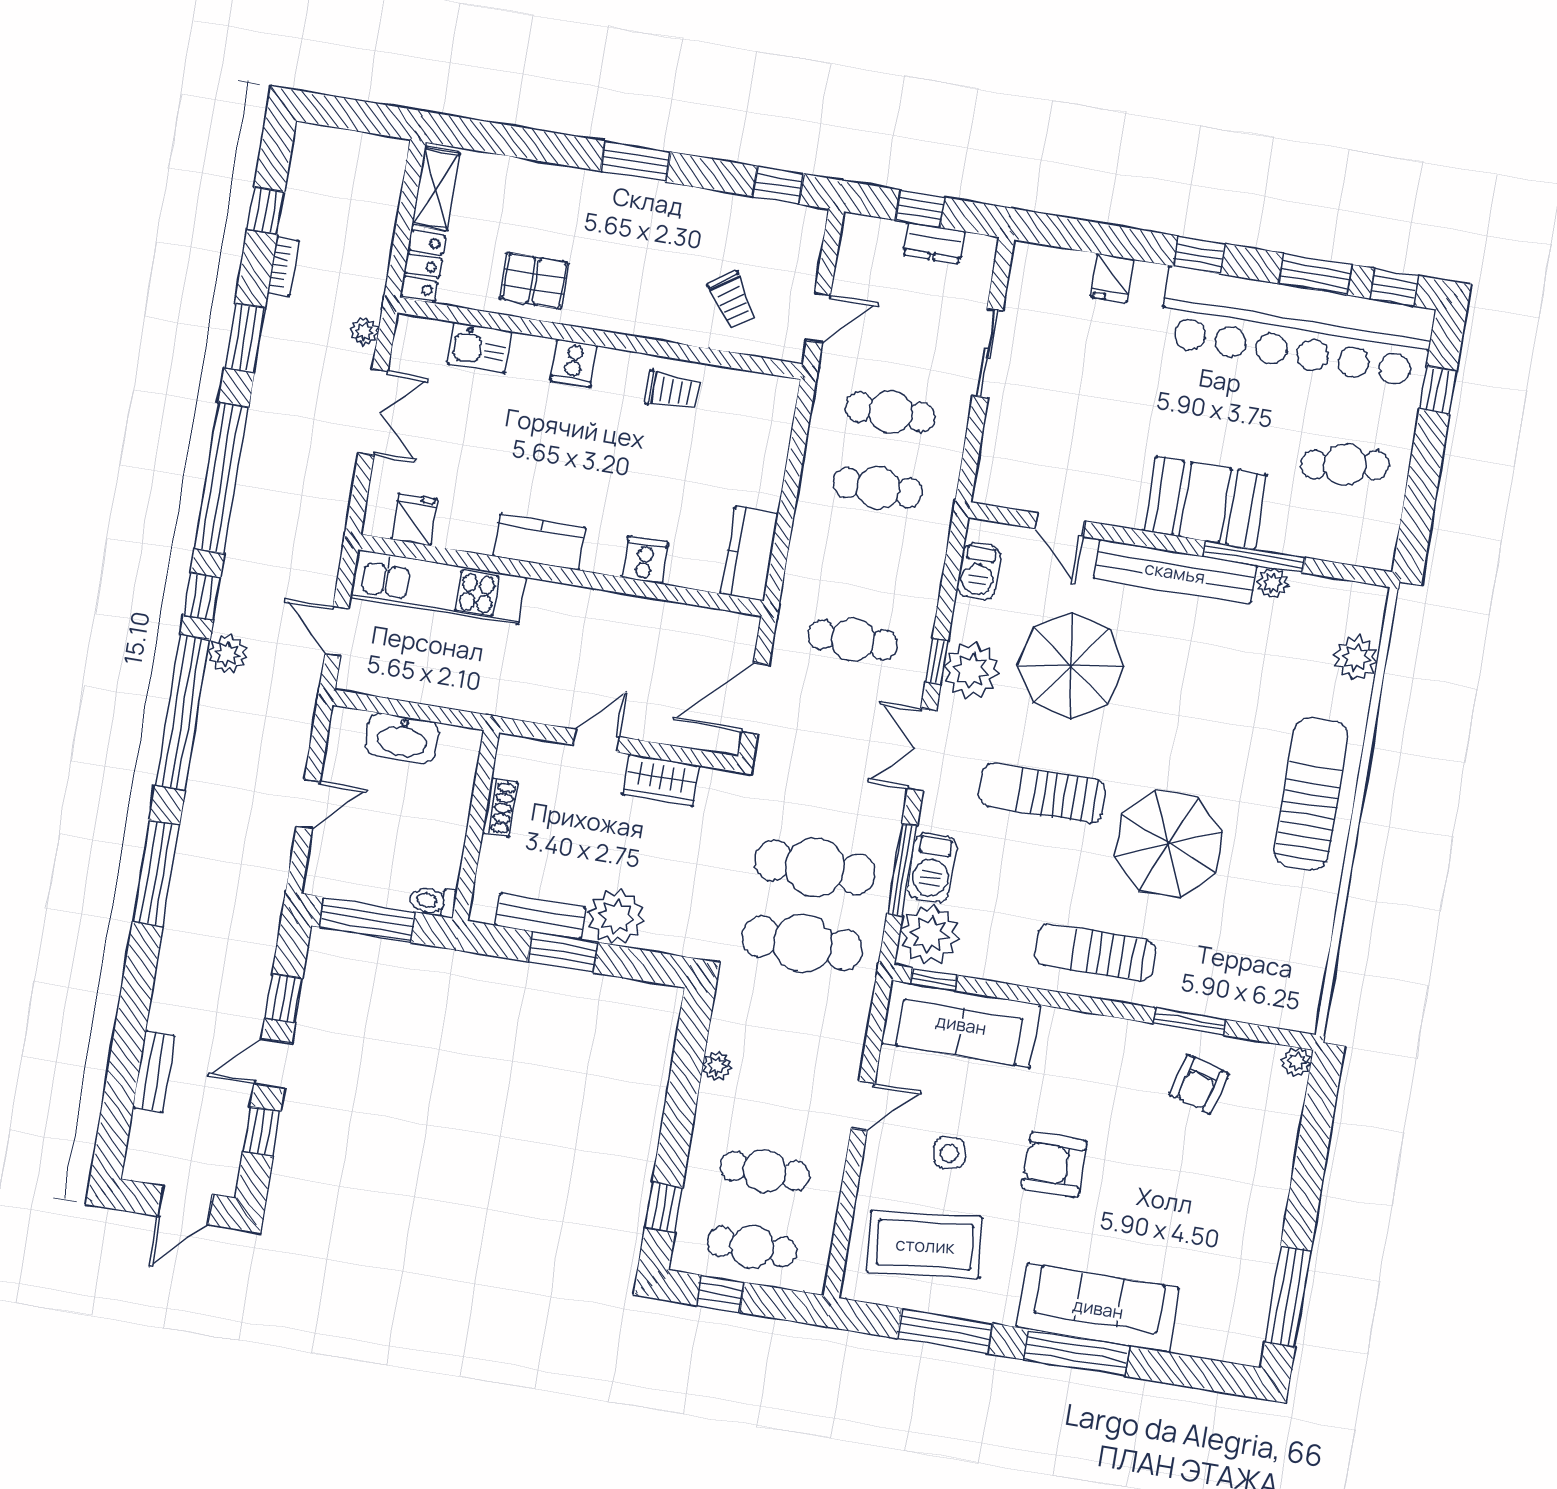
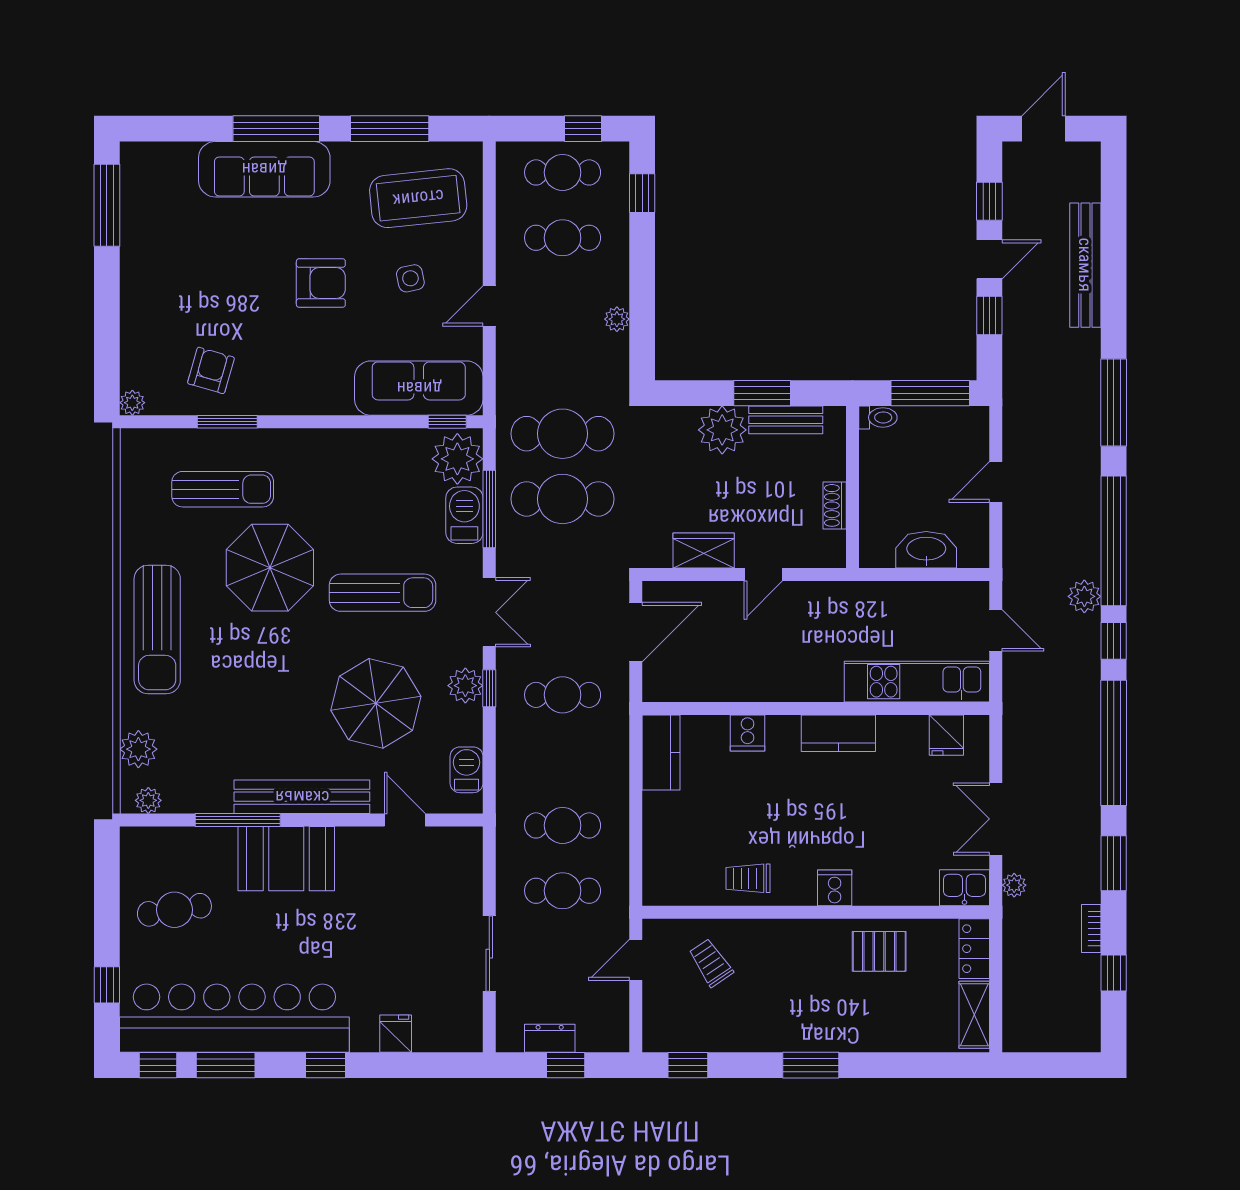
kitchen sink: (479, 347) -> (964, 888), moved
plant: (1273, 583) -> (148, 800), moved
plant: (971, 670) -> (465, 686), width x0.73, depth x0.73
sun lounger: (1095, 952) -> (223, 489), moved
bench: (154, 1072) -> (1085, 265), width x1.86, depth x1.21

